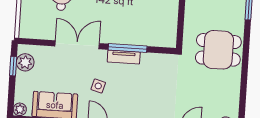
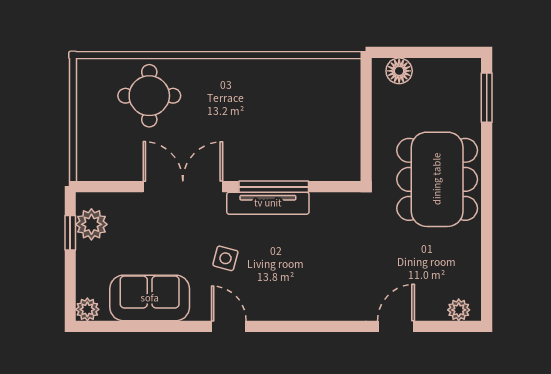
dining table: (218, 50) -> (437, 179), width x1.38
tv unit: (124, 57) -> (268, 203), width x1.41

